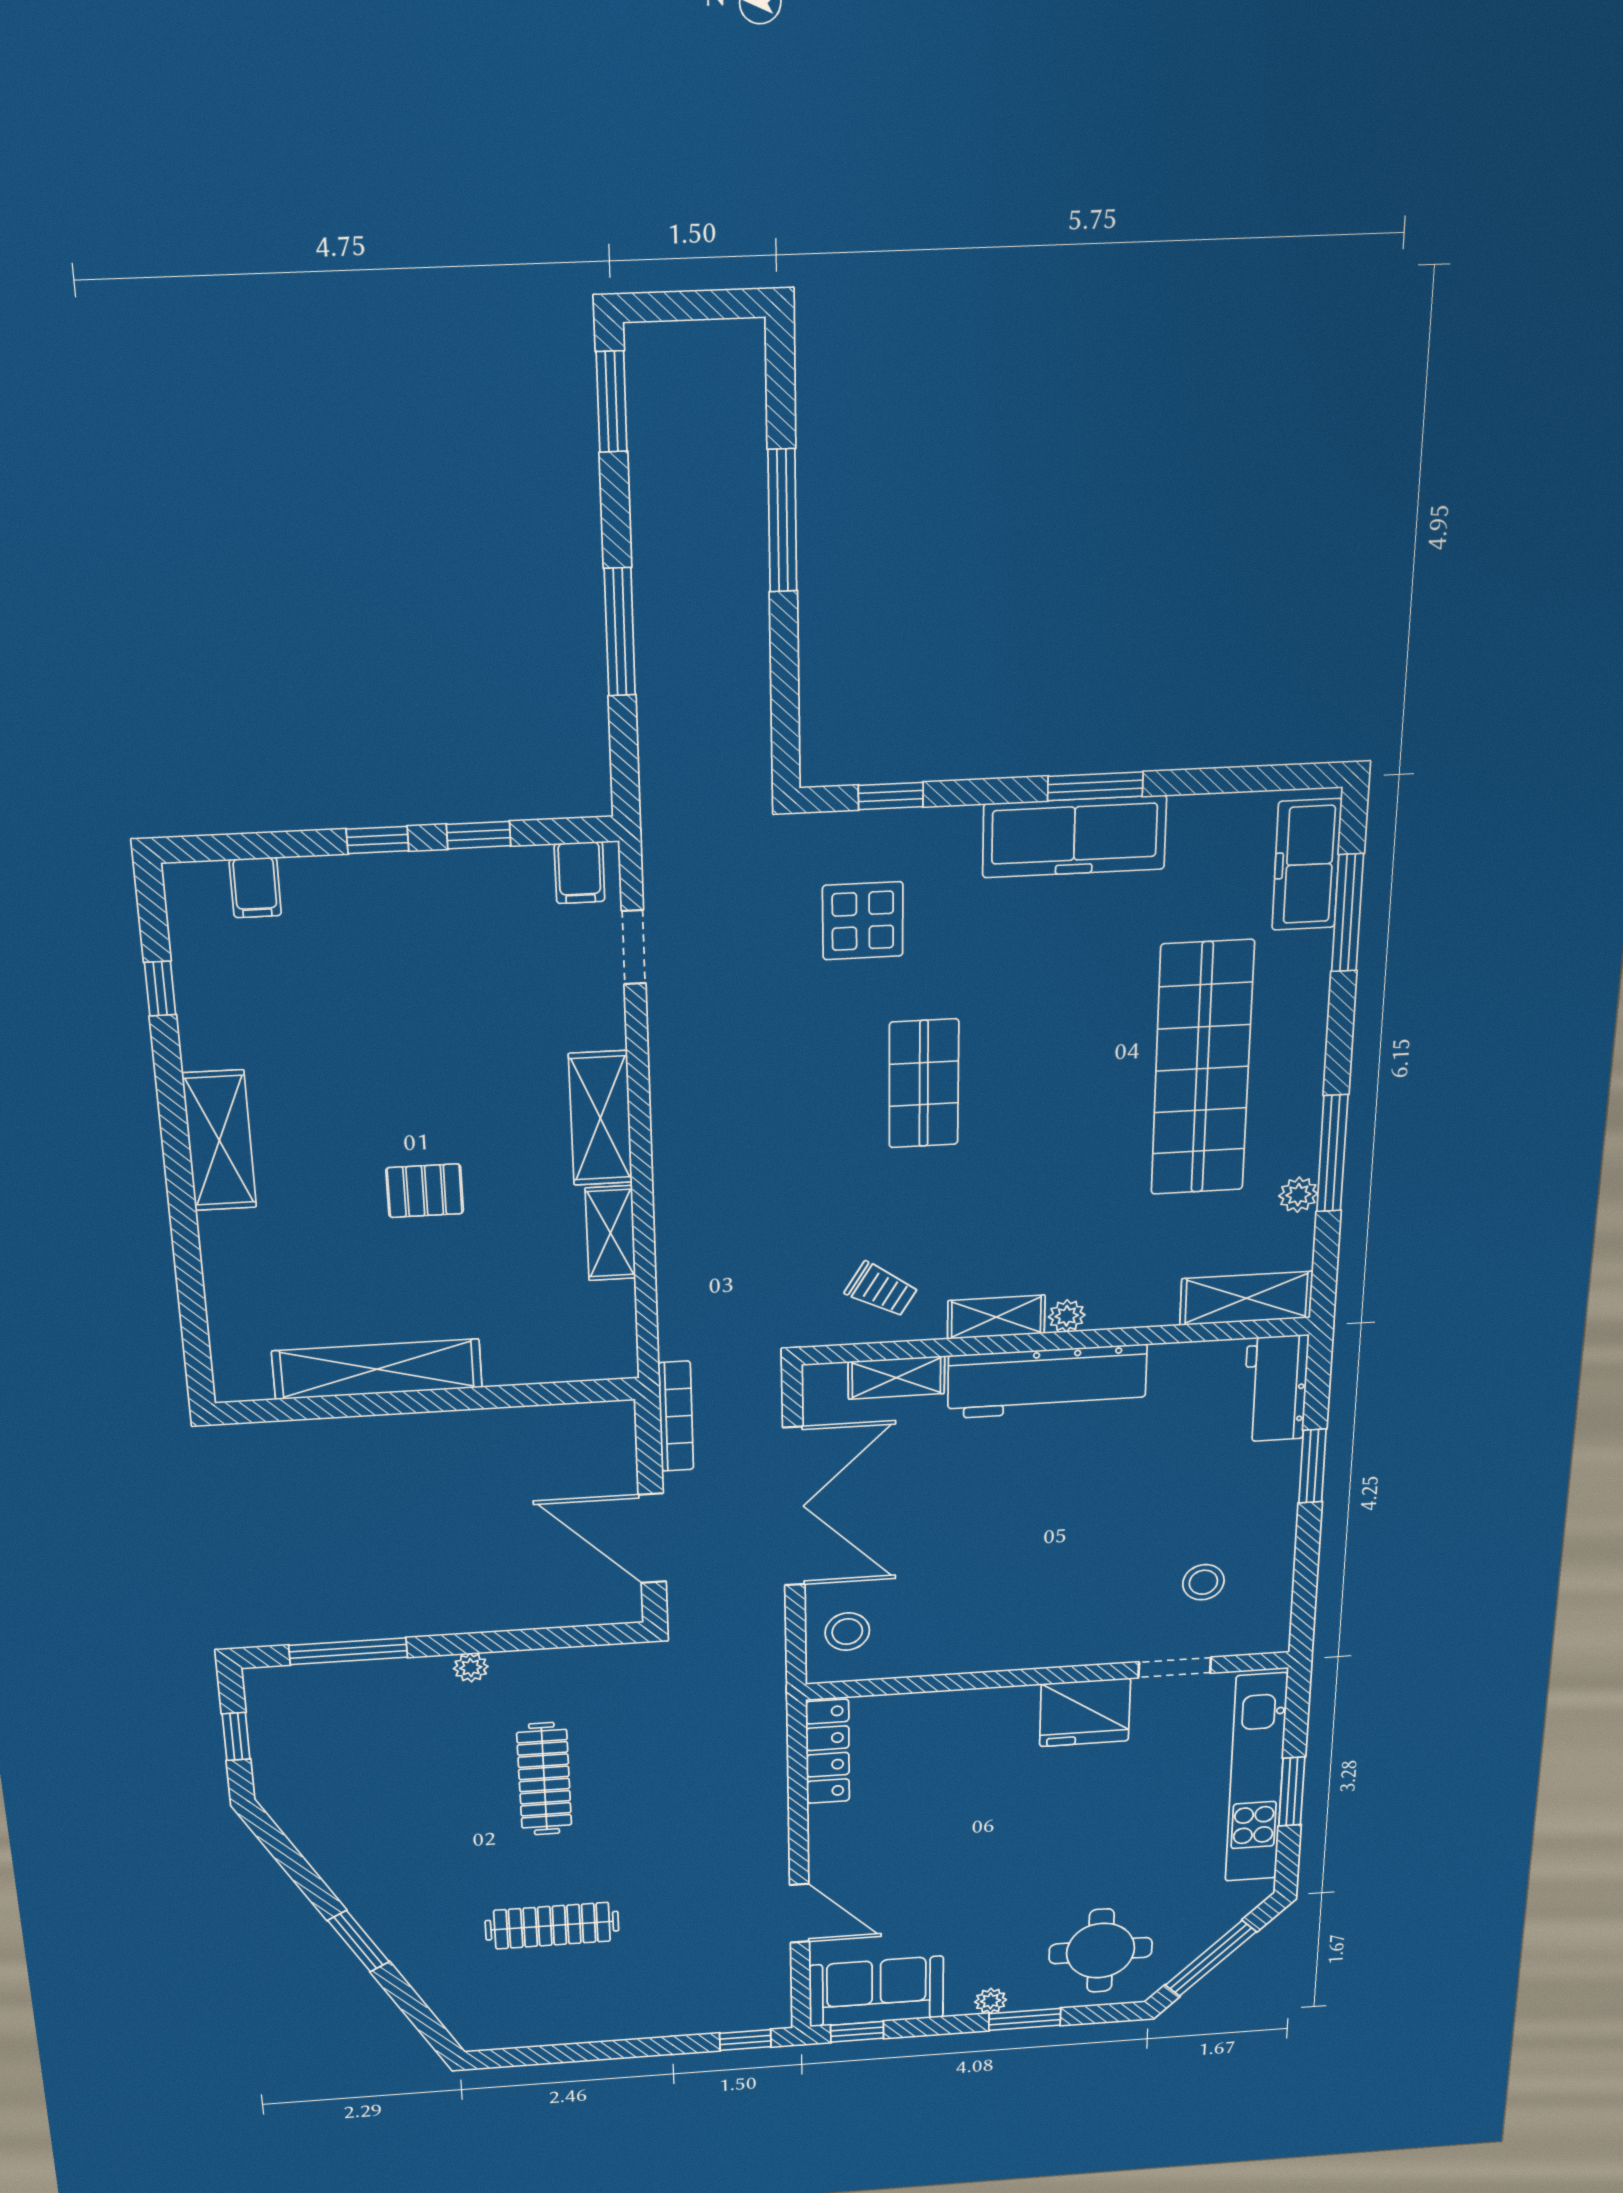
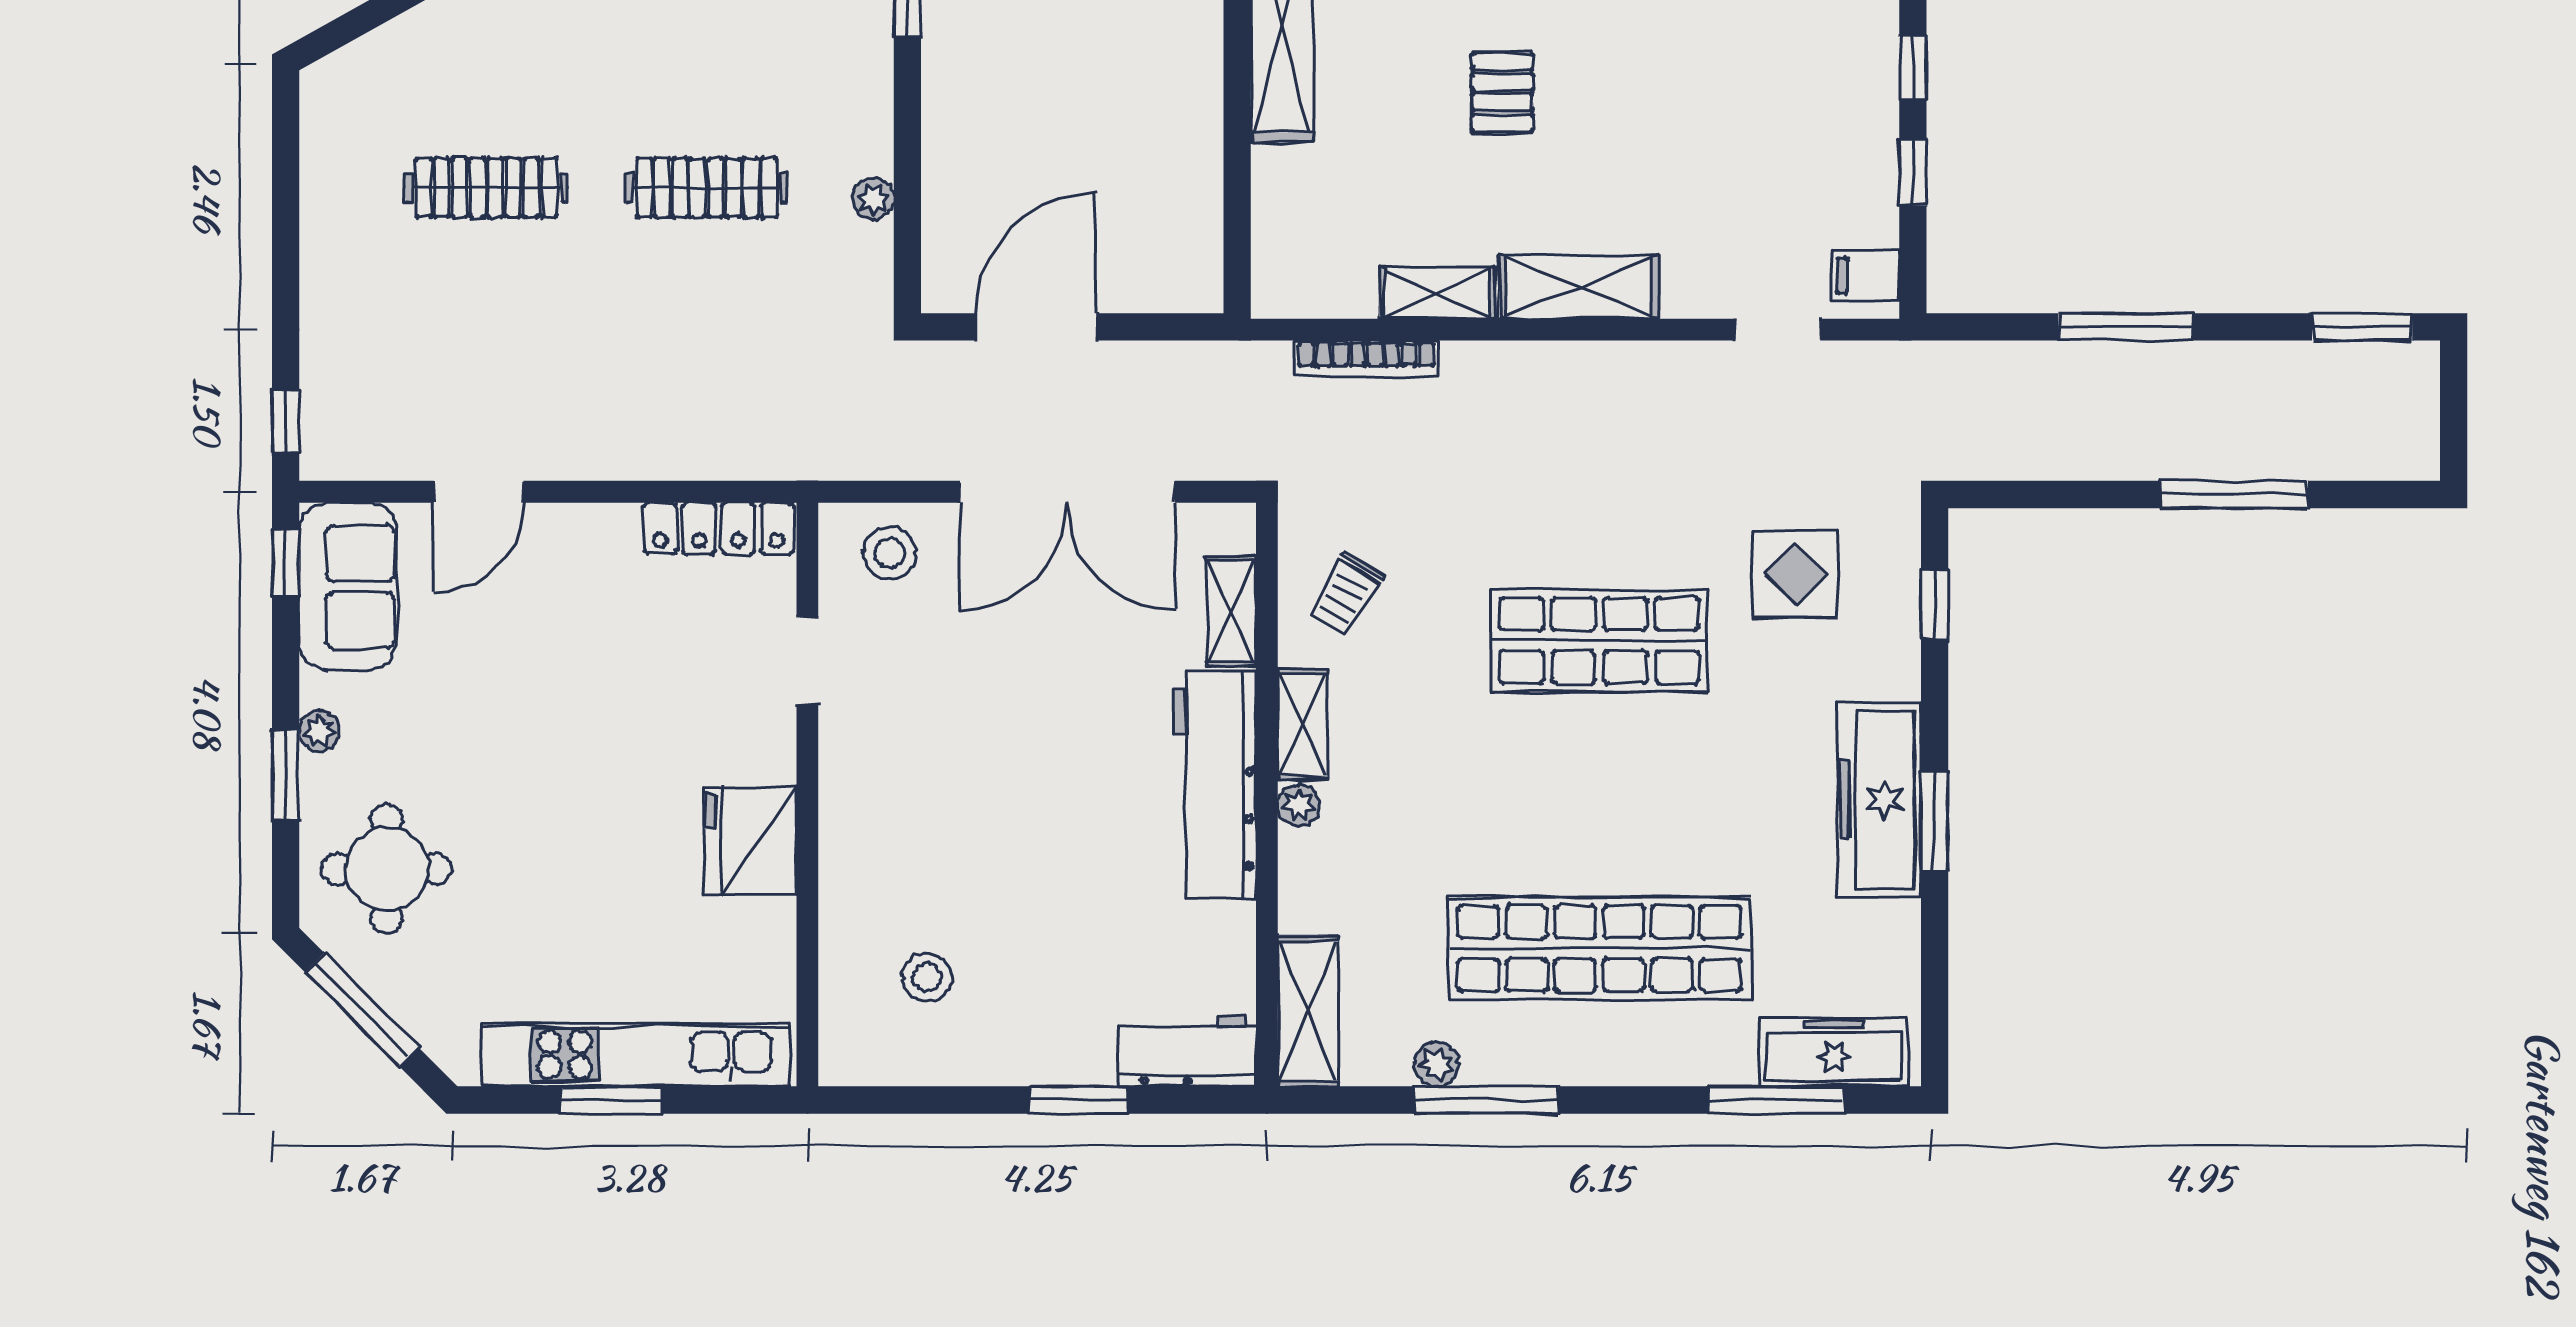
shop shelf: (924, 1084) -> (1599, 641), width x1.43, depth x1.36
bookcase: (676, 1416) -> (1366, 359), moved
doorway: (1175, 1667) -> (807, 660), moved
plant: (471, 1668) -> (873, 199), moved
clothes rail: (552, 1926) -> (486, 188), turned 90

